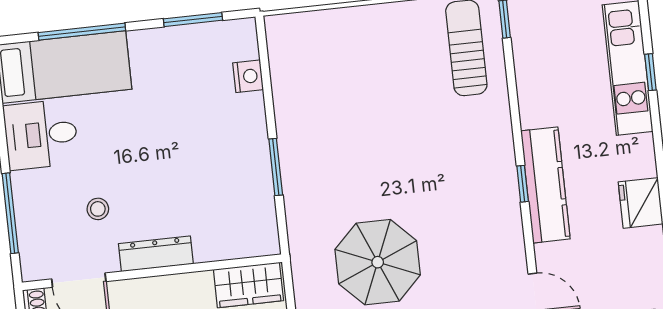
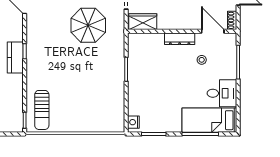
nightstand: (248, 76) -> (133, 122), moved
kitchen counter: (545, 185) -> (15, 57), width x0.67

